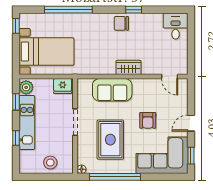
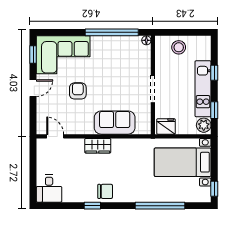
rug: (110, 140) -> (117, 71), removed

